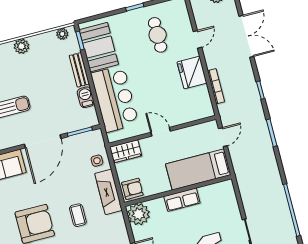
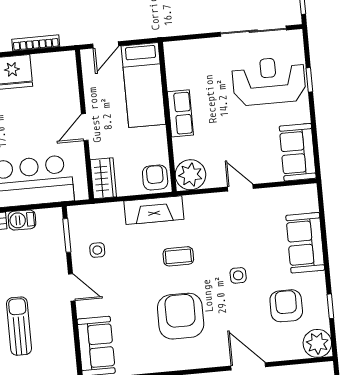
door: (223, 137) -> (106, 45), swing flipped
door: (43, 141) -> (72, 287), width x0.53
side table: (97, 161) -> (97, 250), moved

